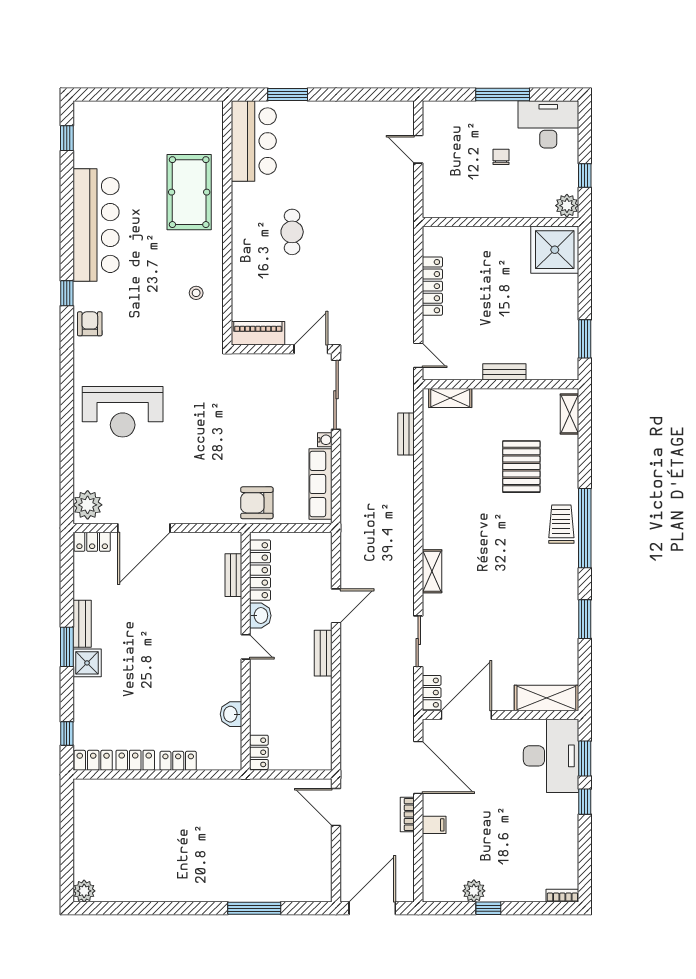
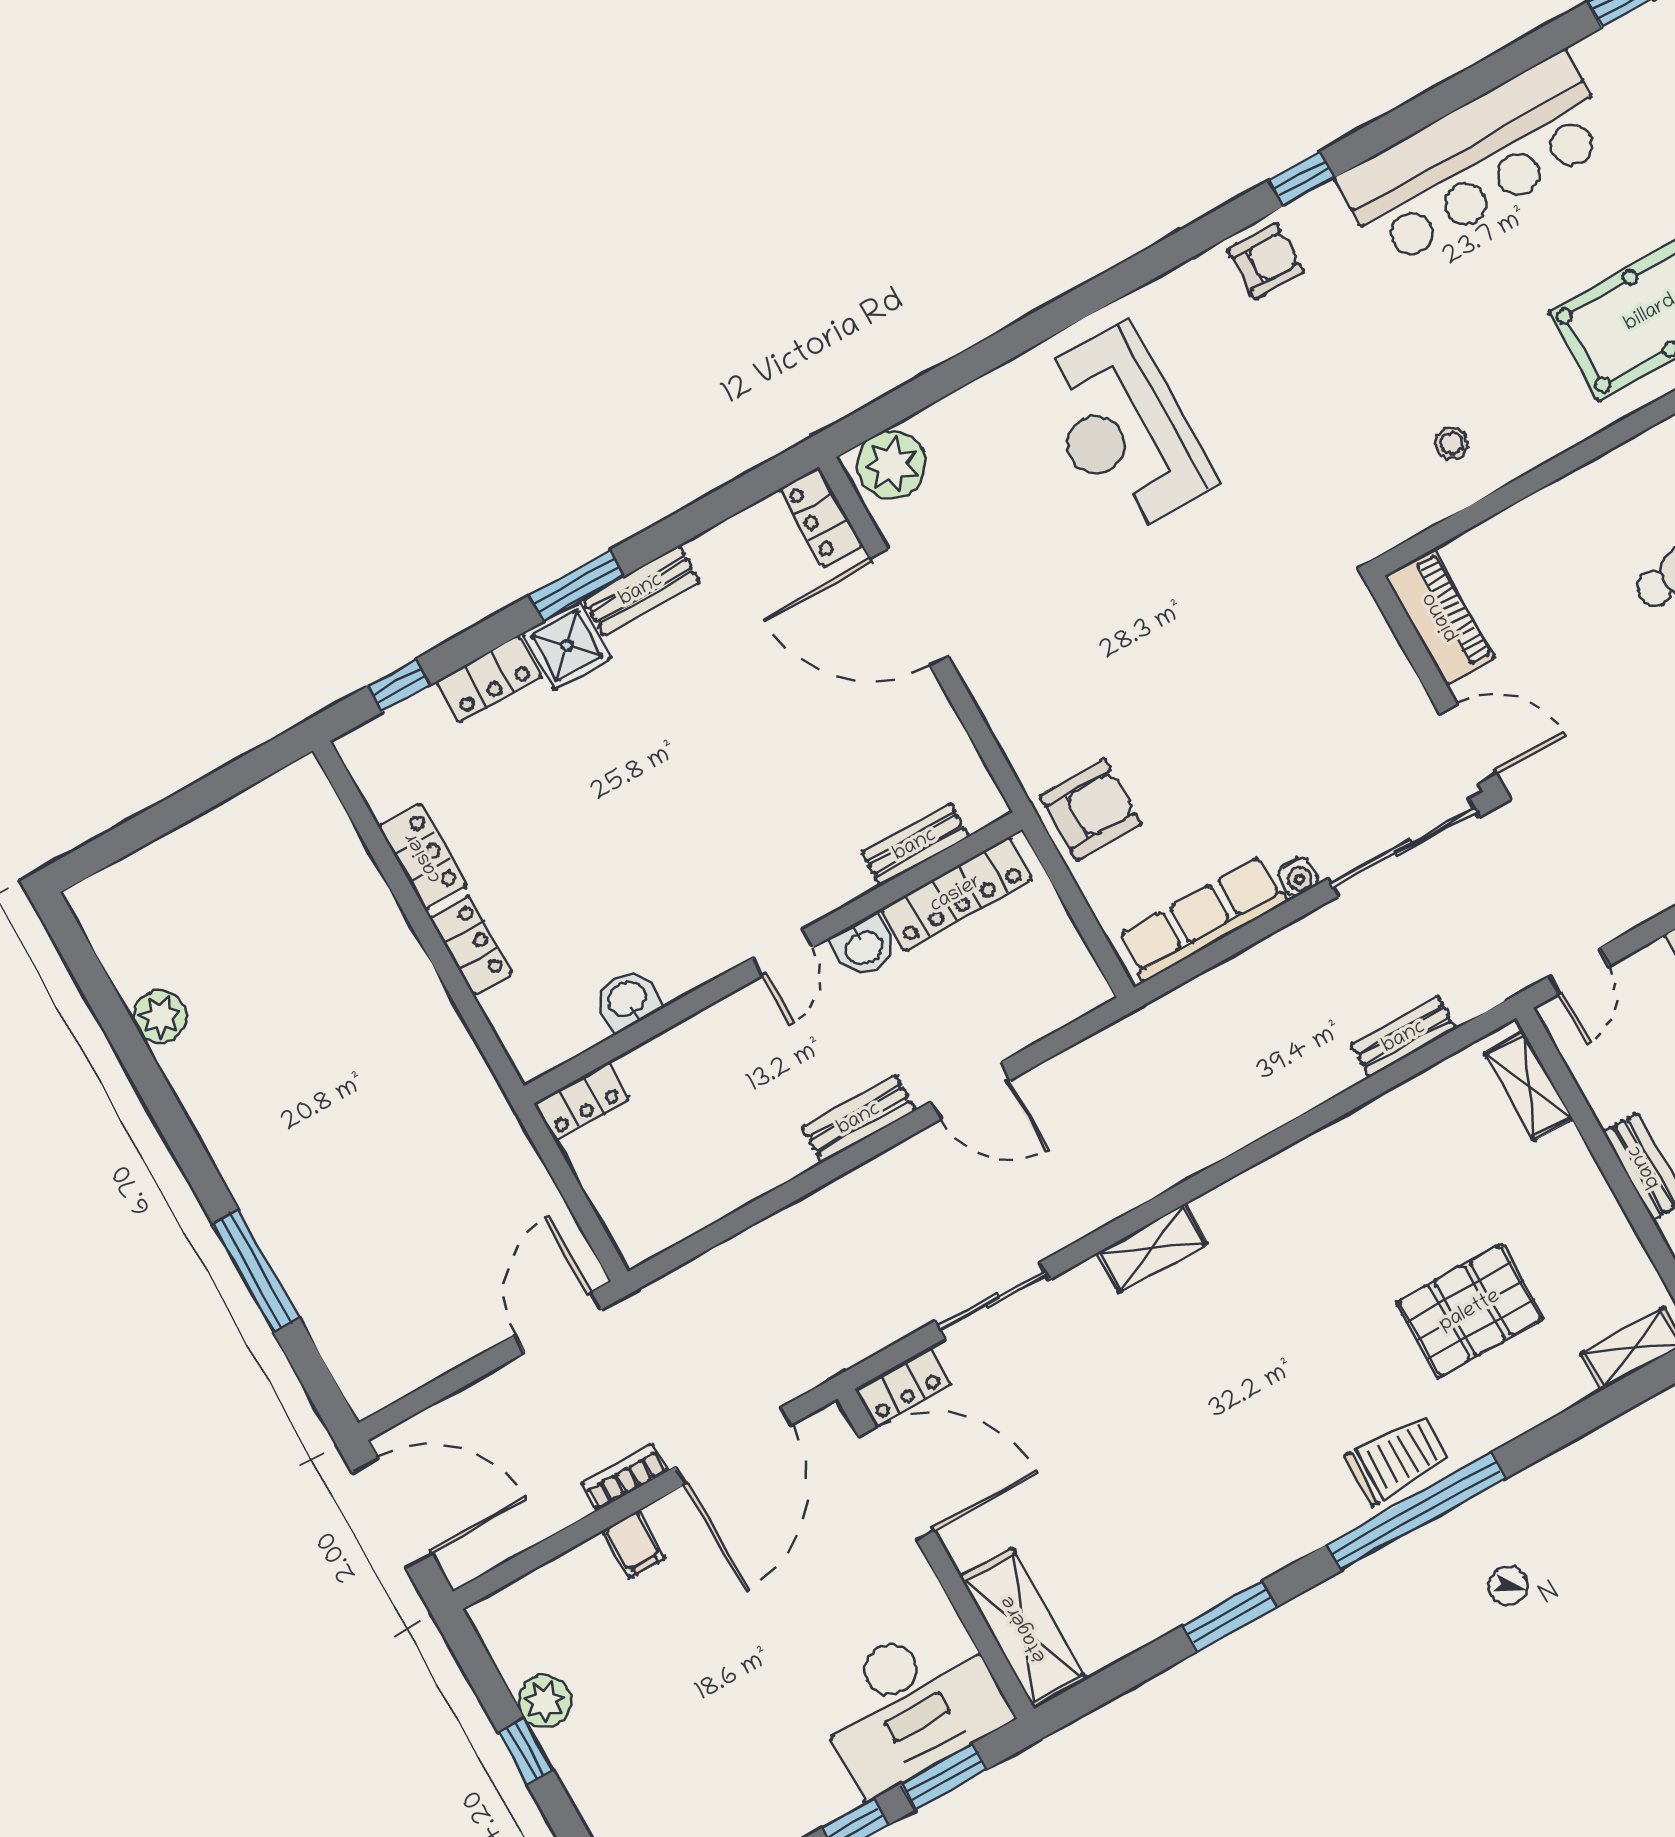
armchair: (257, 503) -> (1091, 810), turned 90
locker: (93, 760) -> (489, 679), moved, turned 90
plant: (84, 891) -> (160, 1017), moved

